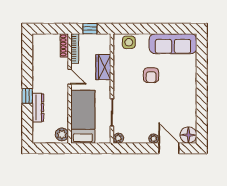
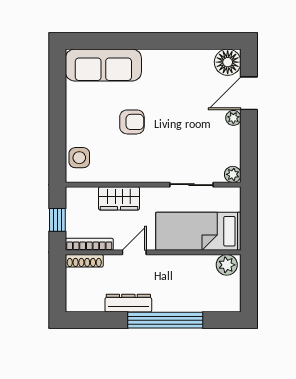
sofa: (173, 44) -> (103, 65), moved, turned 90
window: (27, 96) -> (165, 320), width x3.17
dresser: (38, 108) -> (128, 303), moved

